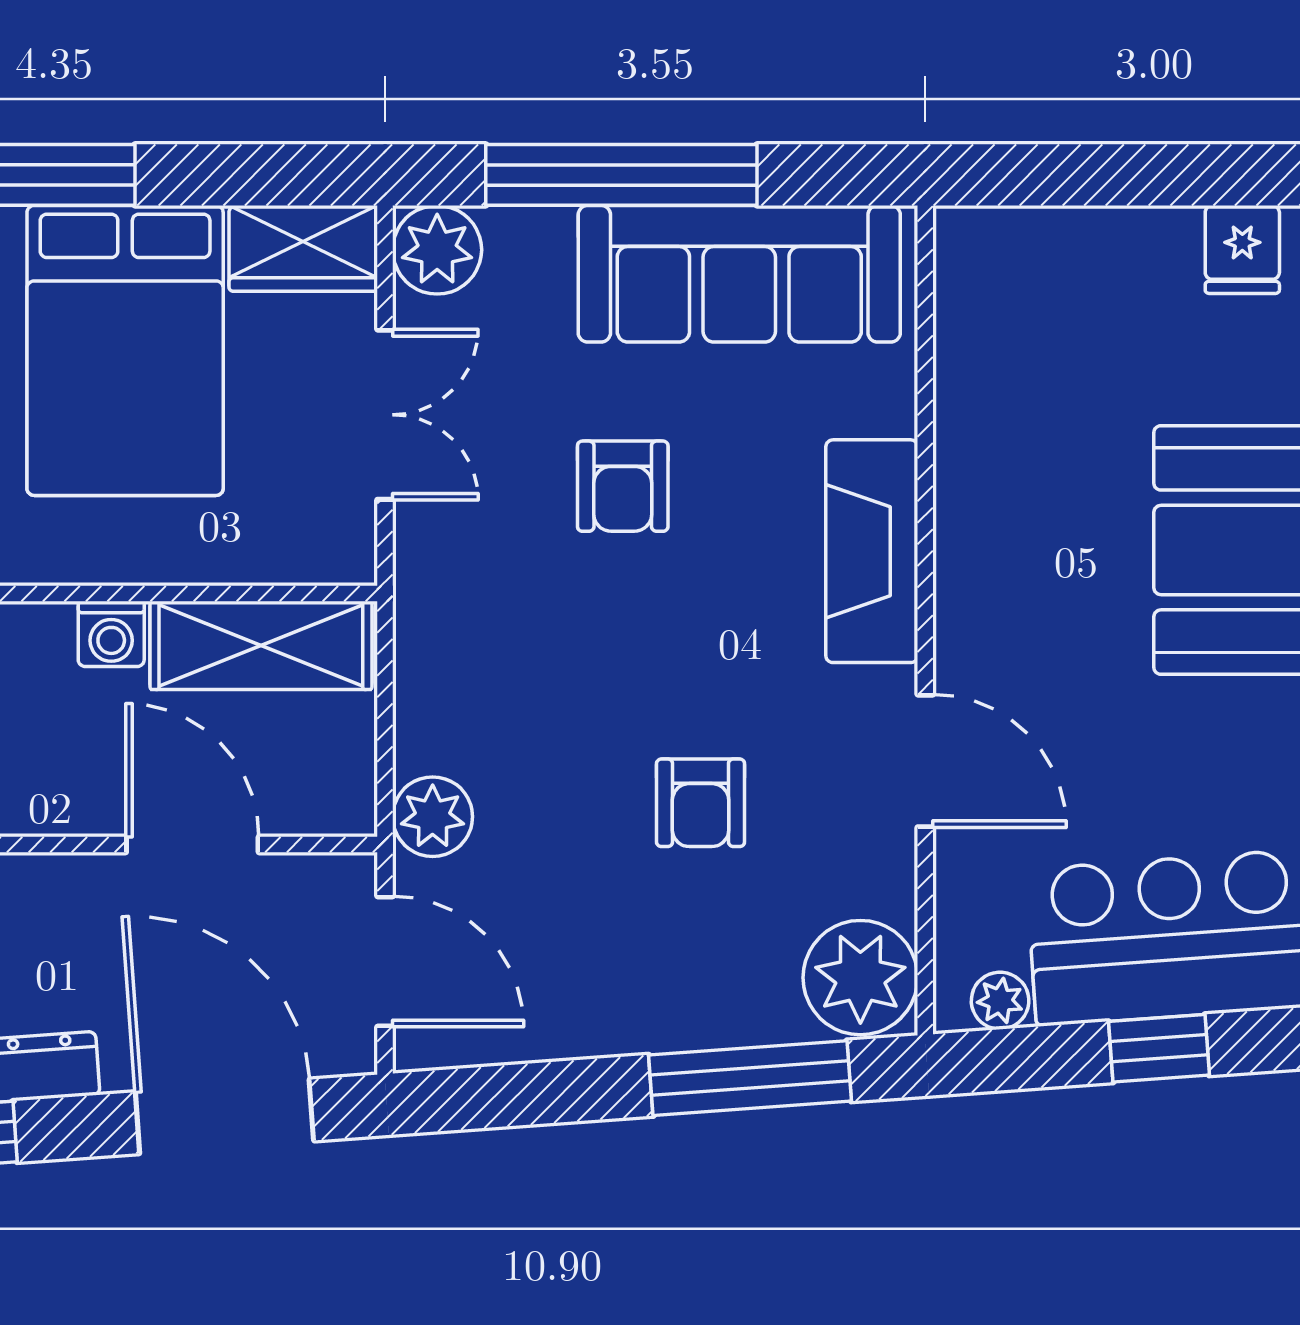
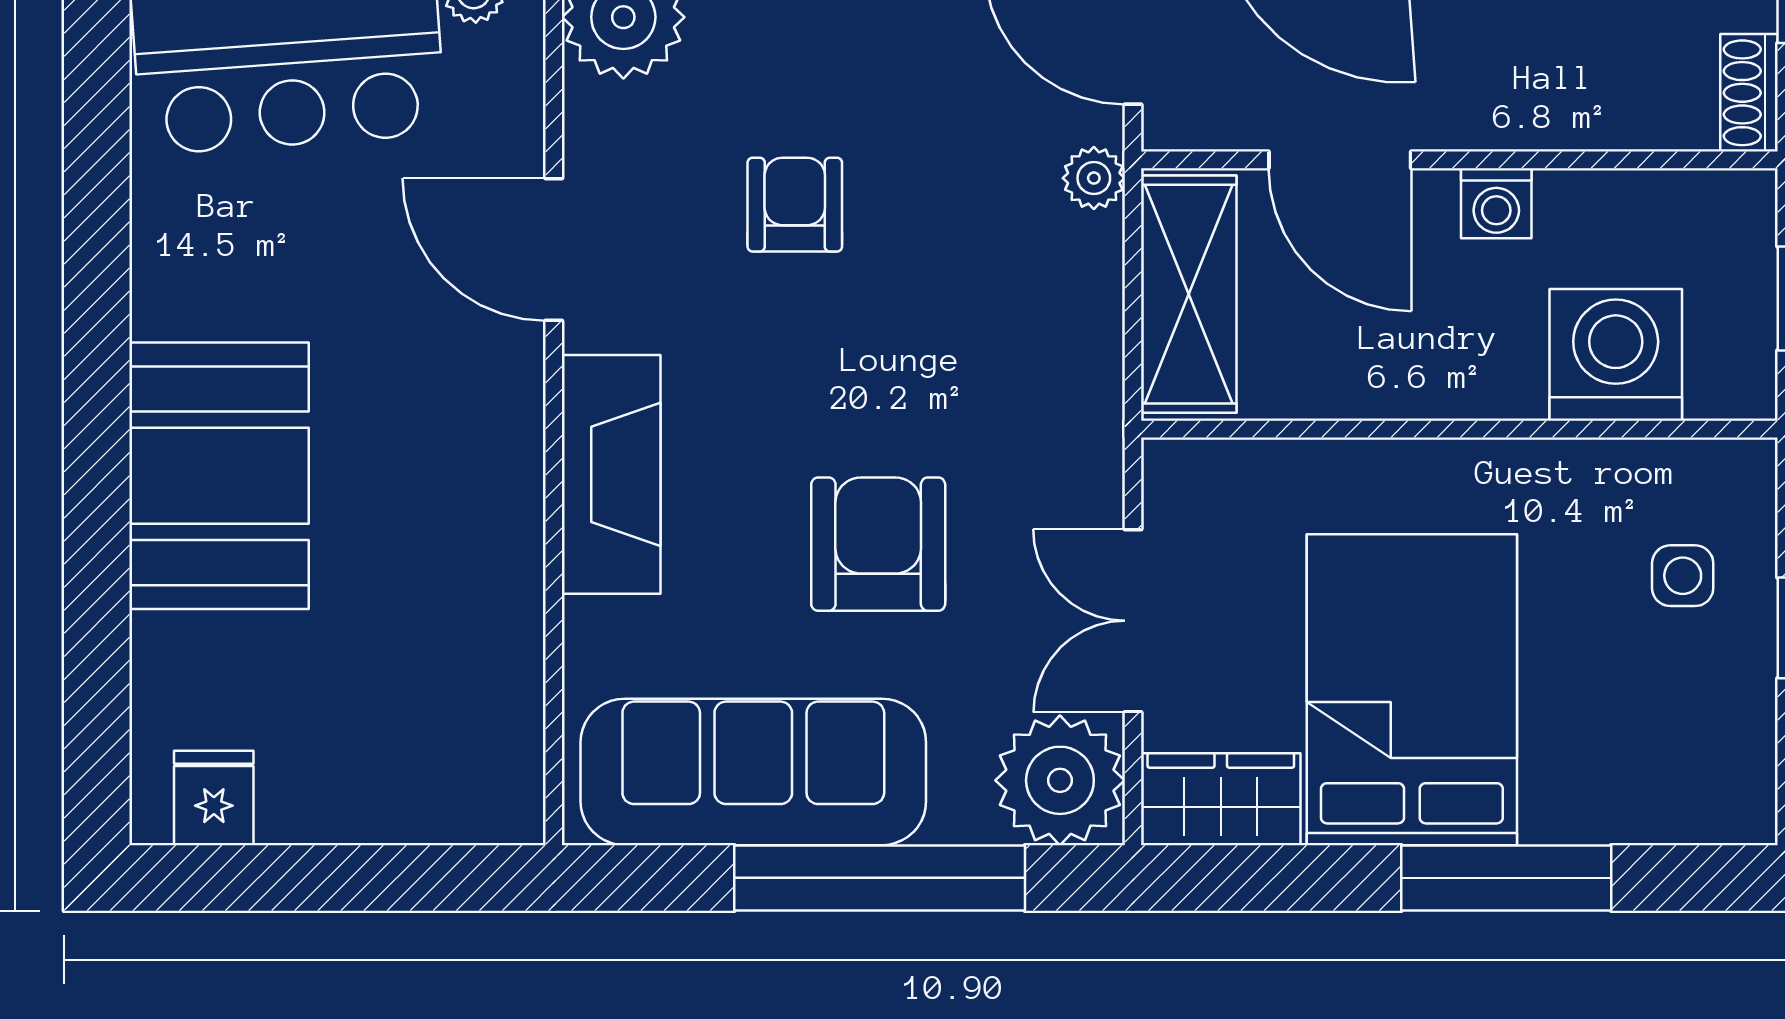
plant: (437, 250) -> (1060, 780), width x1.36, depth x1.36
armchair: (623, 486) -> (878, 544), width x1.38, depth x1.38
washing machine: (111, 634) -> (1496, 203), moved, turned 180
shelving: (261, 645) -> (1189, 294), moved, turned 90
plant: (433, 817) -> (1094, 178), width x0.73, depth x0.73

